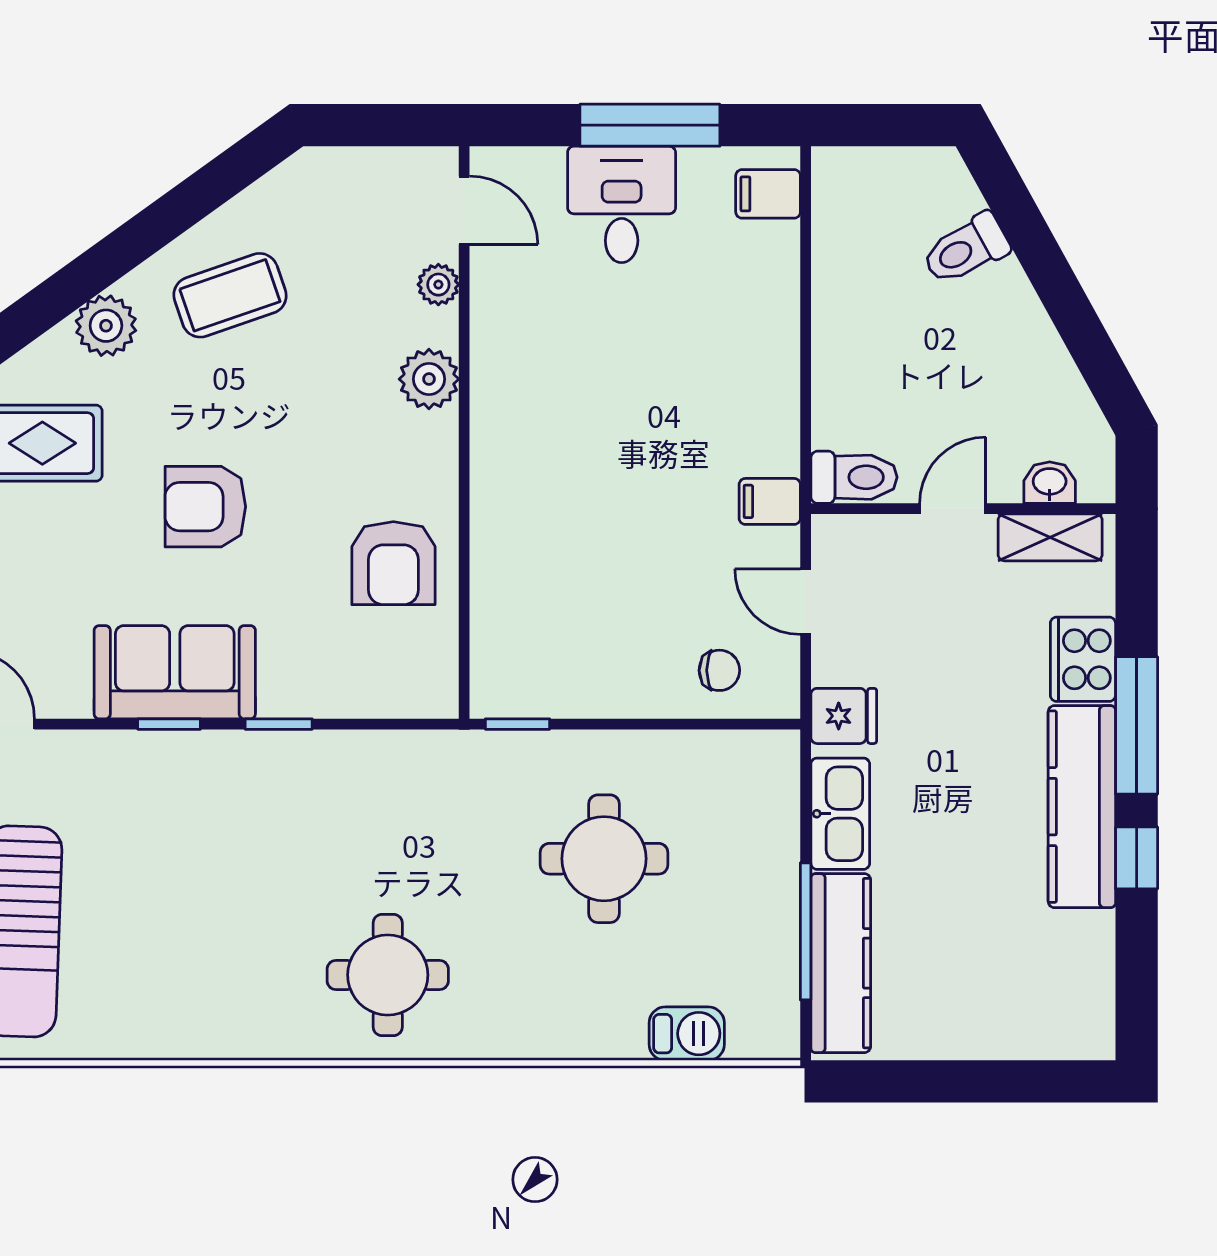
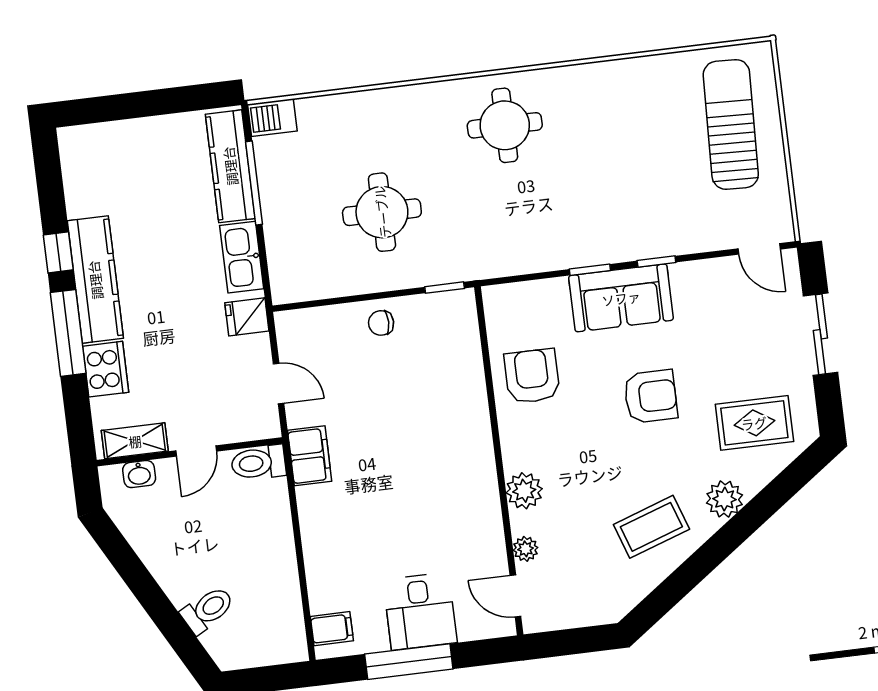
filing cabinet: (770, 501) -> (310, 456), width x2.00
chair: (719, 670) -> (381, 323), moved
sofa: (175, 672) -> (621, 298), moved
barbecue: (687, 1034) -> (272, 118), moved

